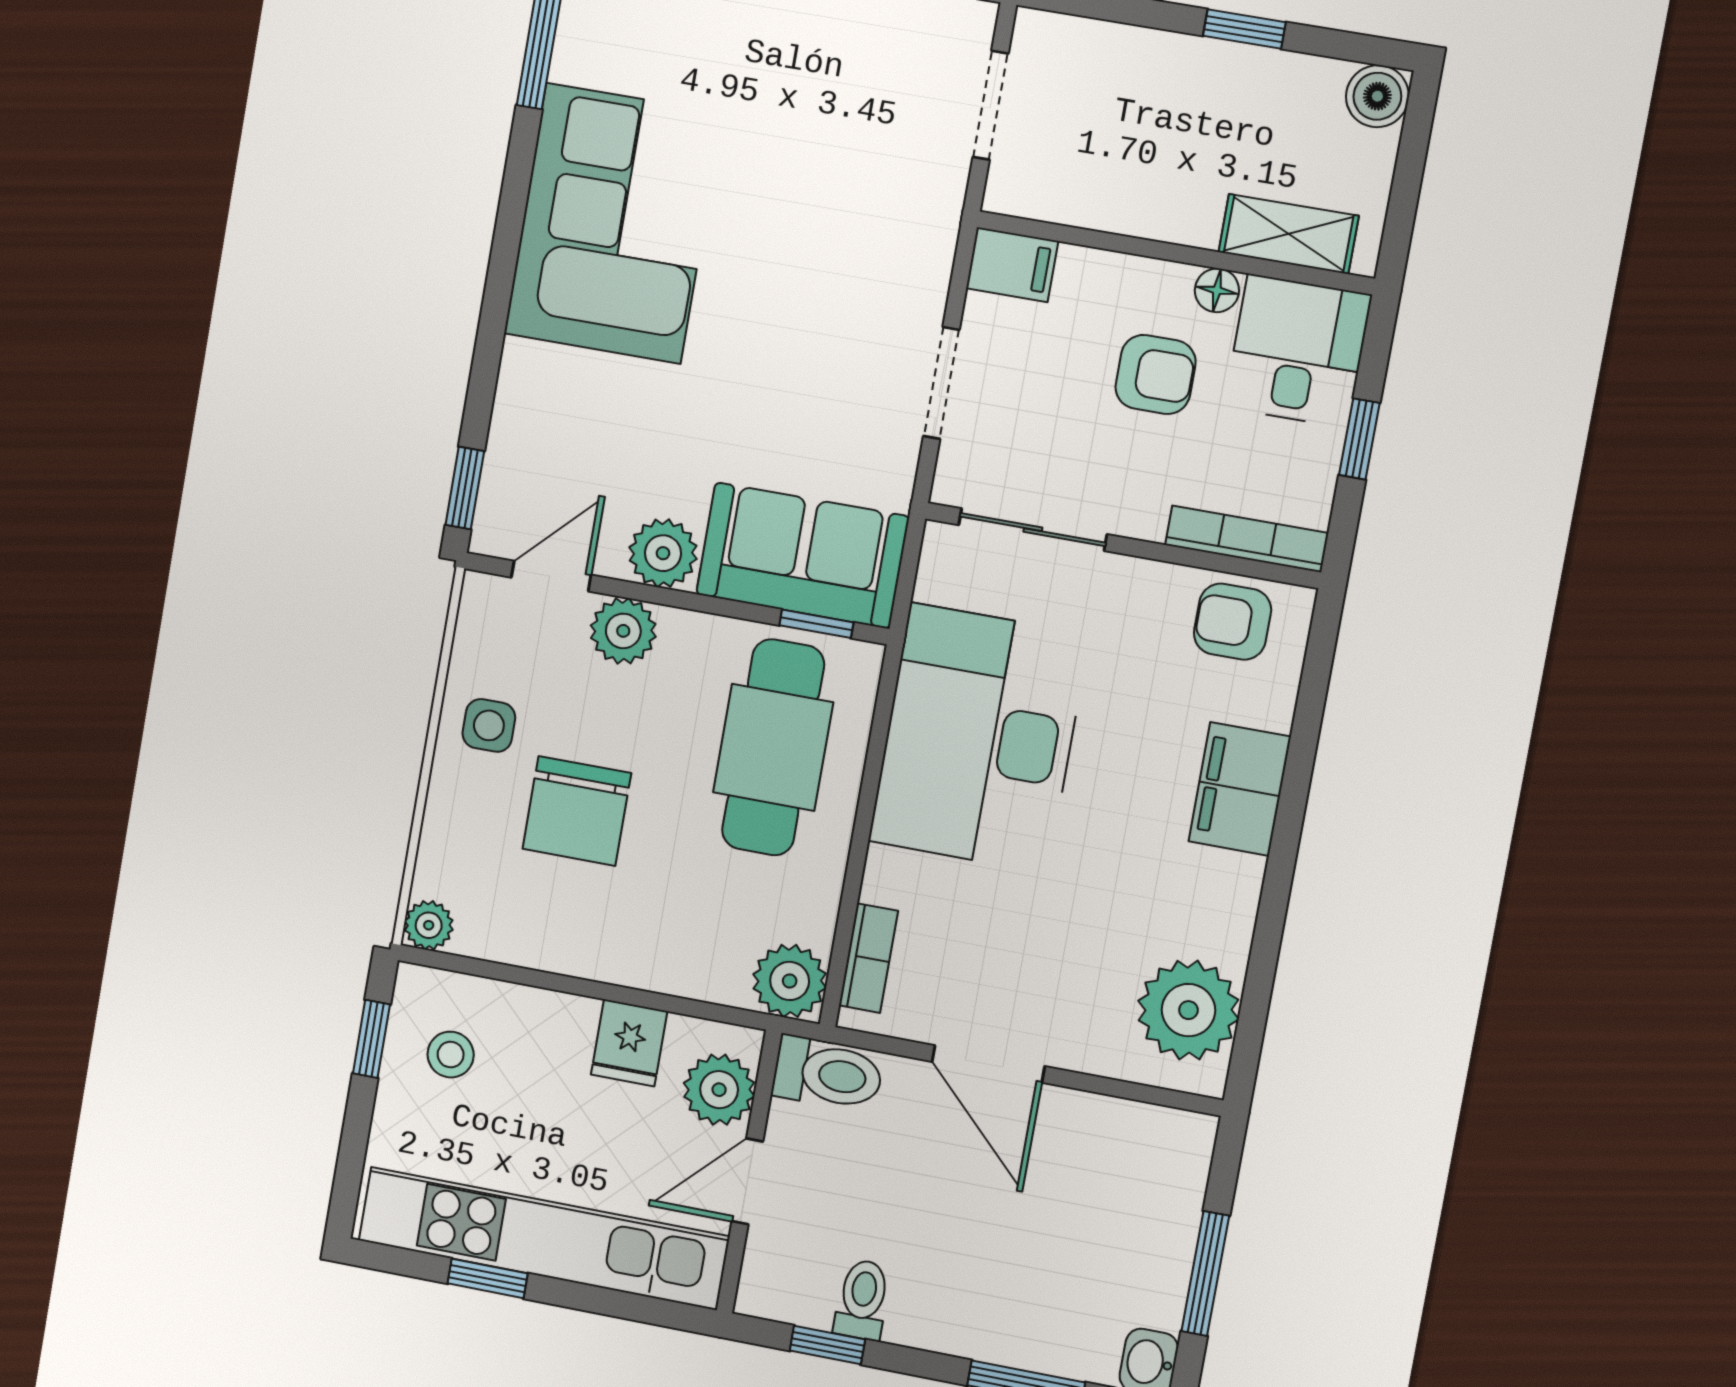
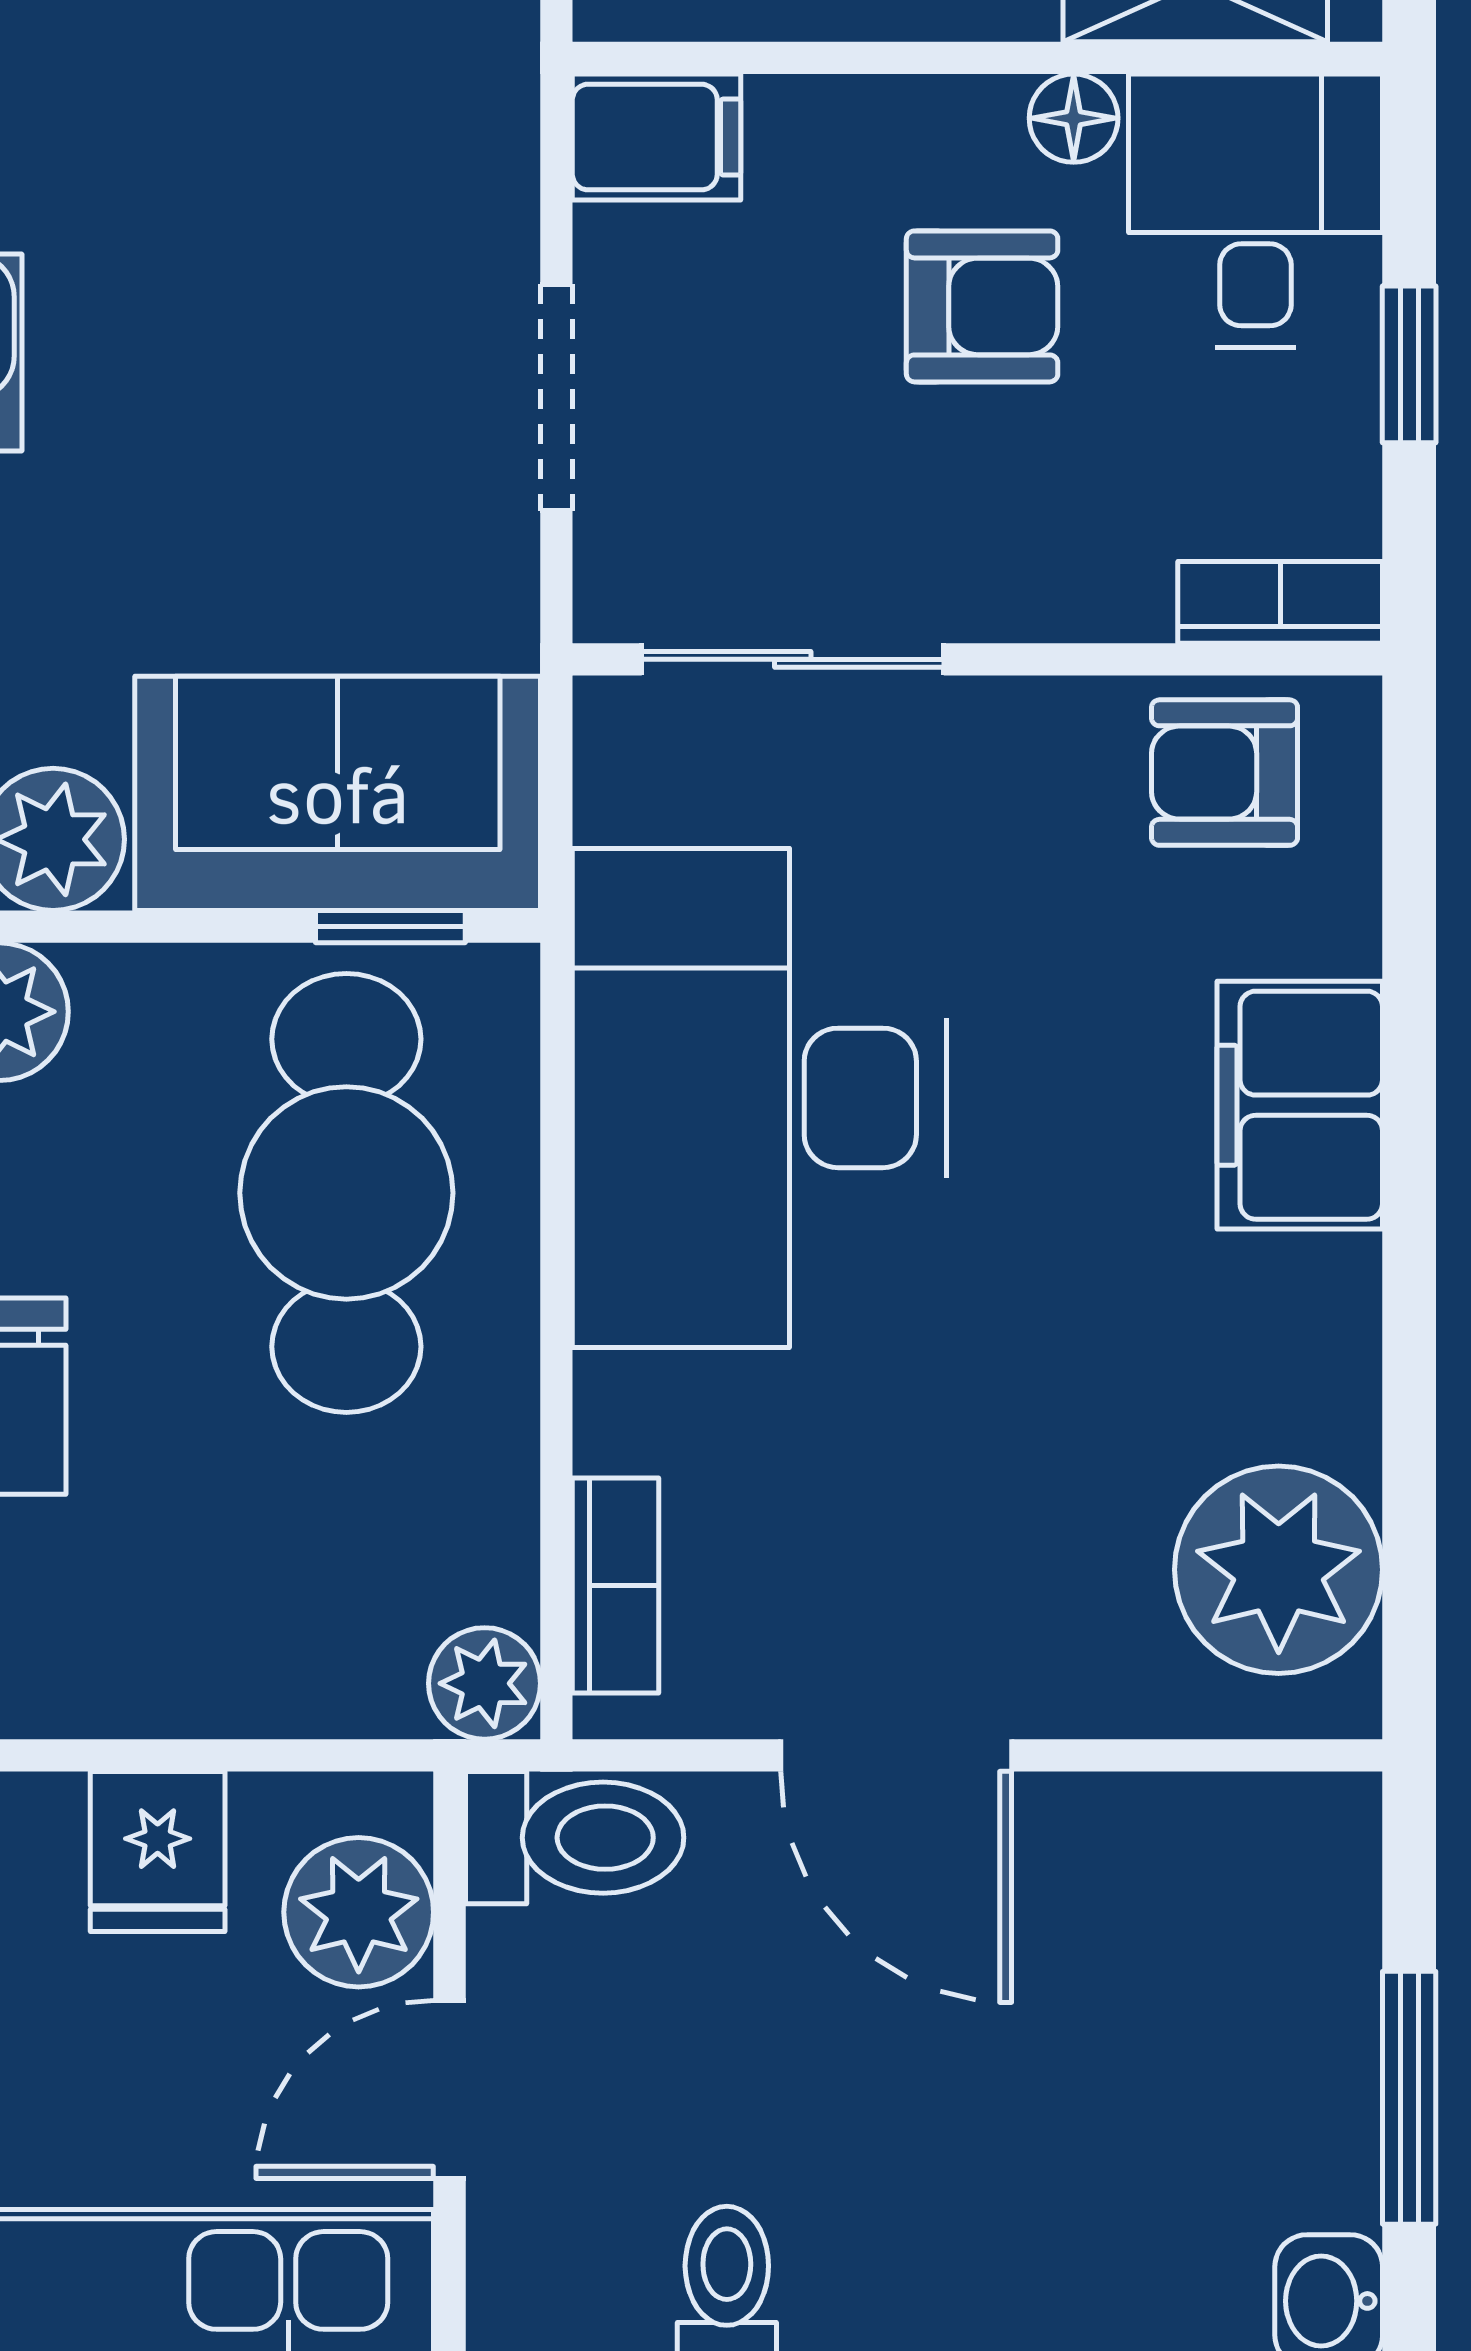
bookcase: (1247, 539) -> (1280, 602), width x0.64
plant: (790, 981) -> (485, 1683), width x0.73, depth x0.73

